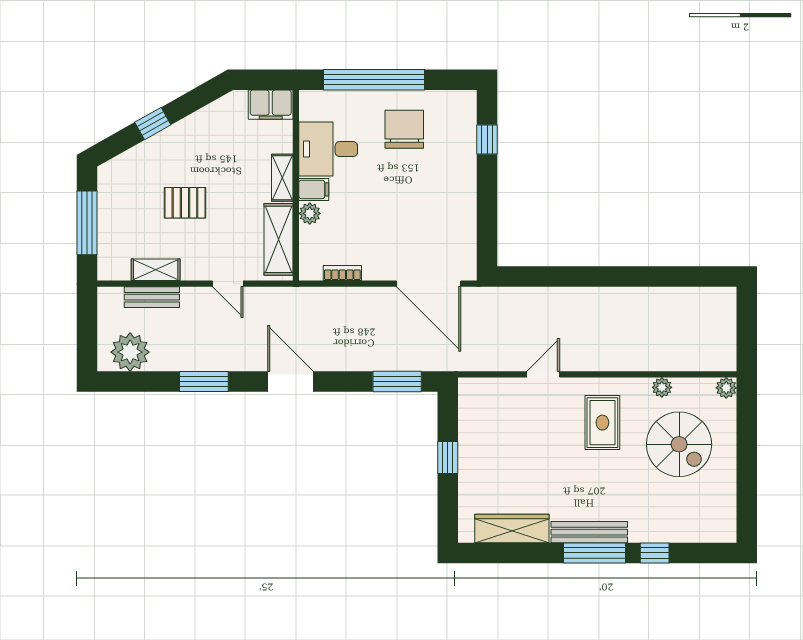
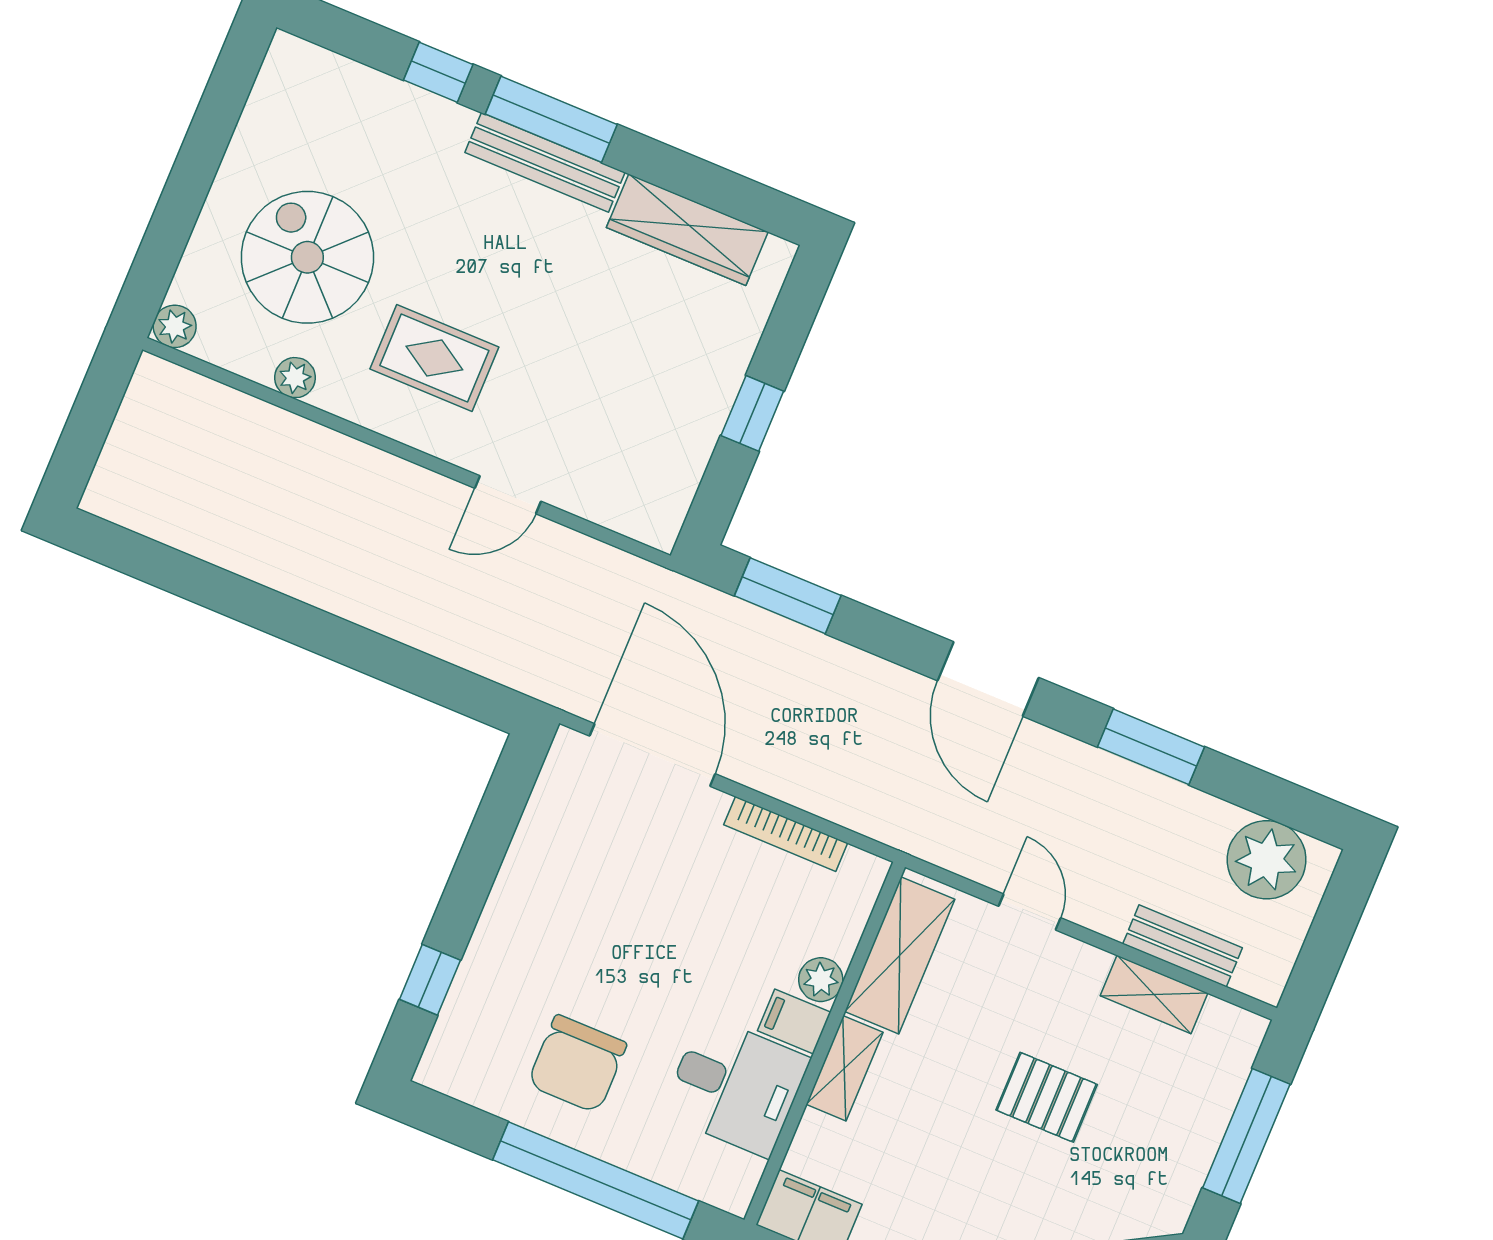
bookcase: (342, 273) -> (786, 834), width x1.56
rug: (602, 423) -> (434, 358), turned 90

